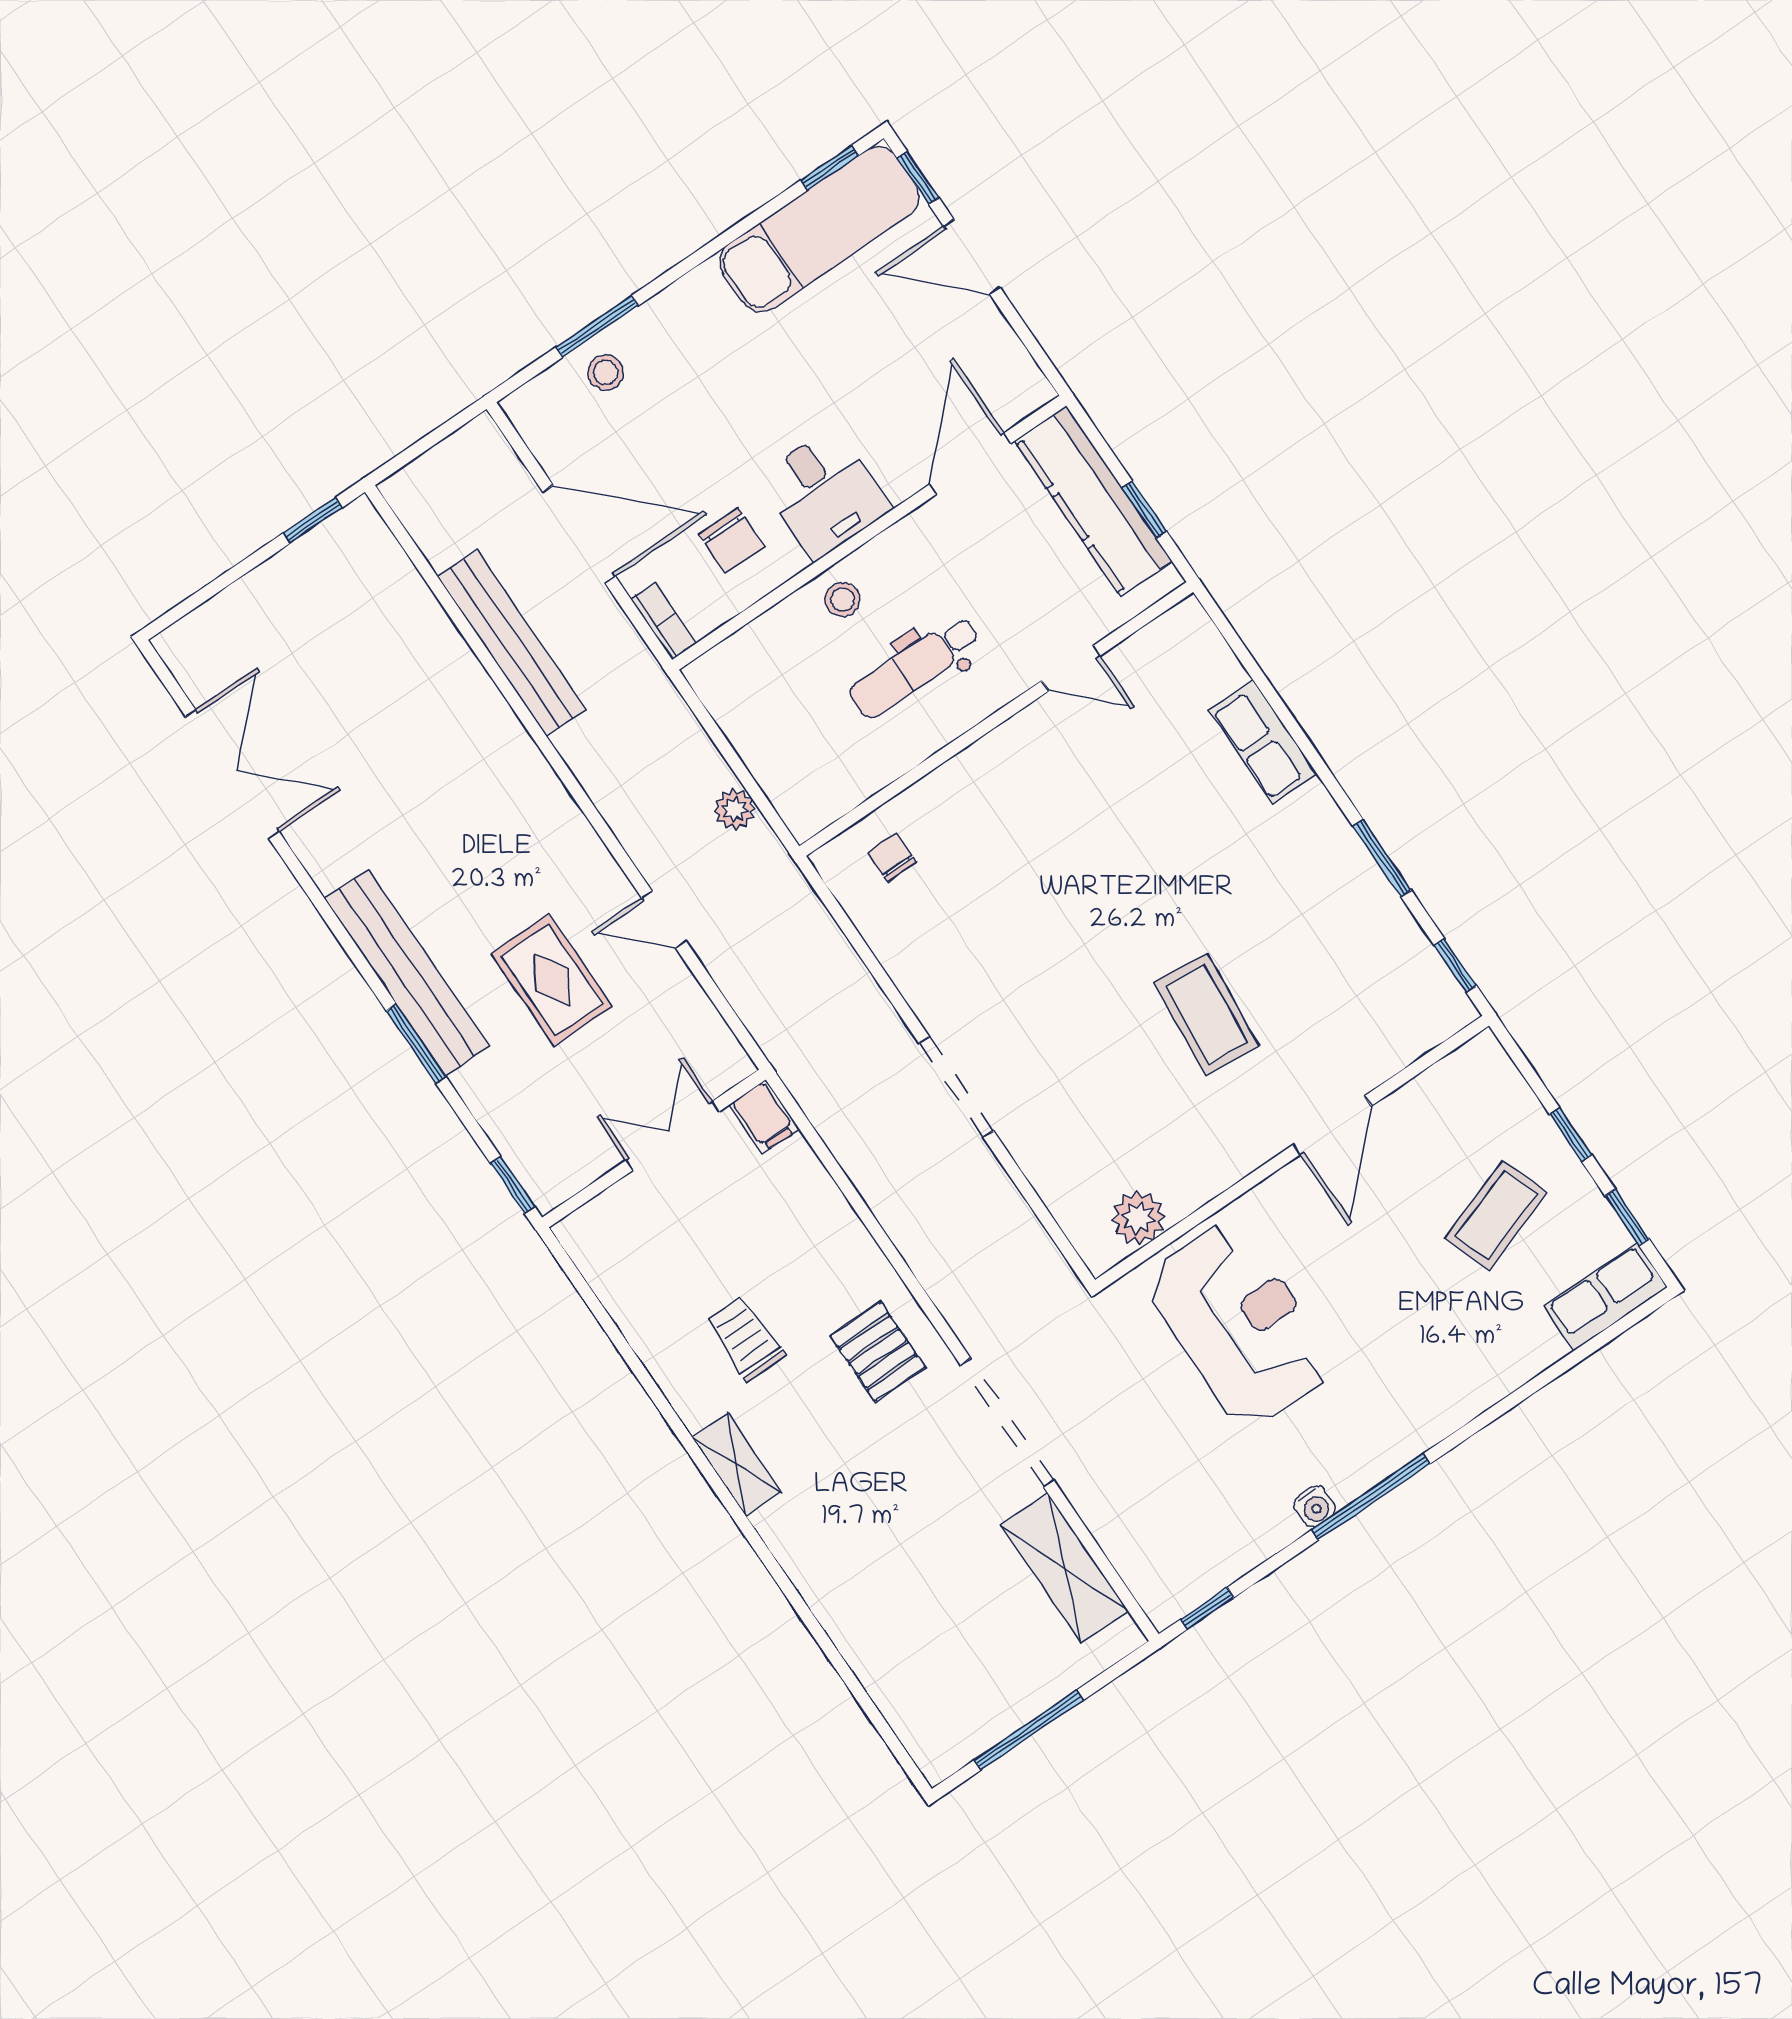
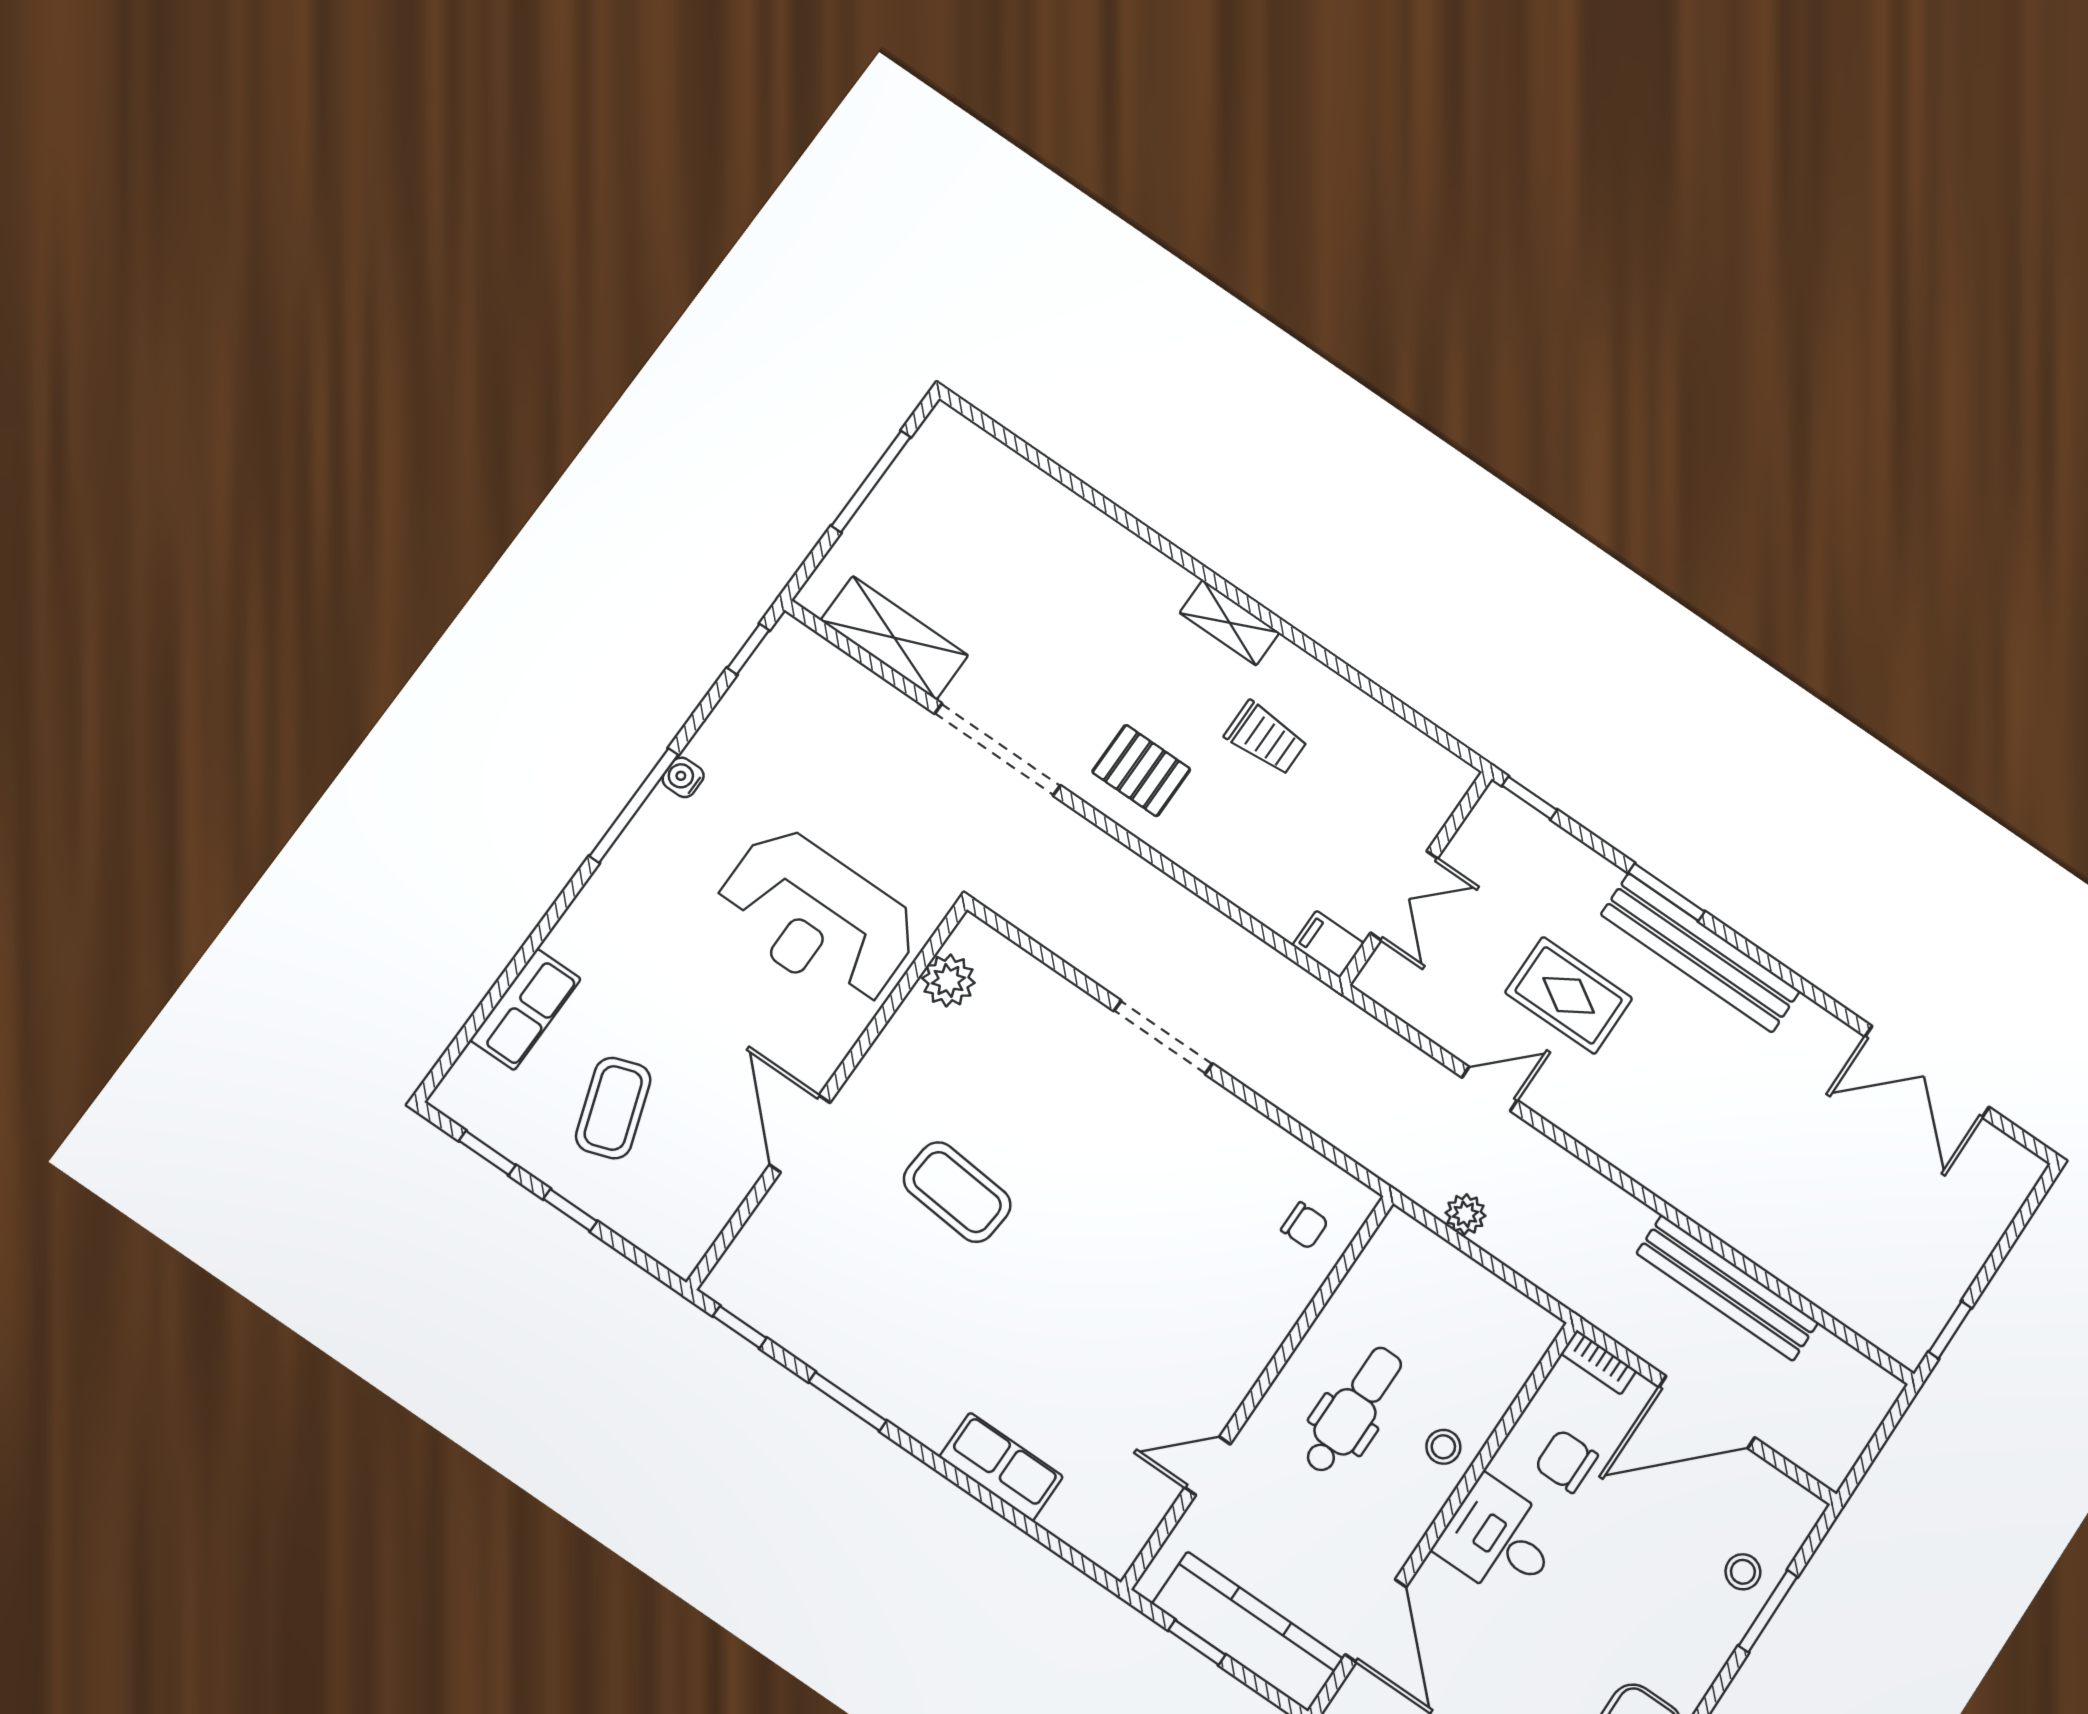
row of seats: (1606, 1297) -> (525, 1009), moved

